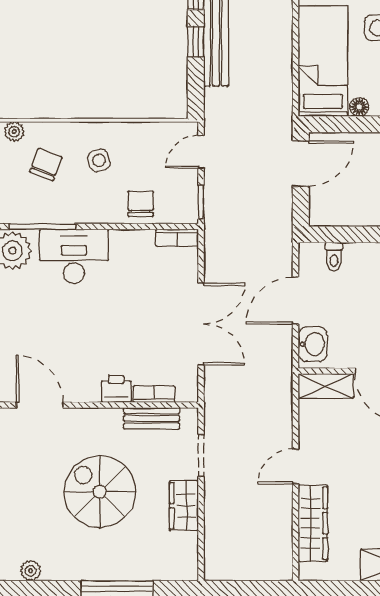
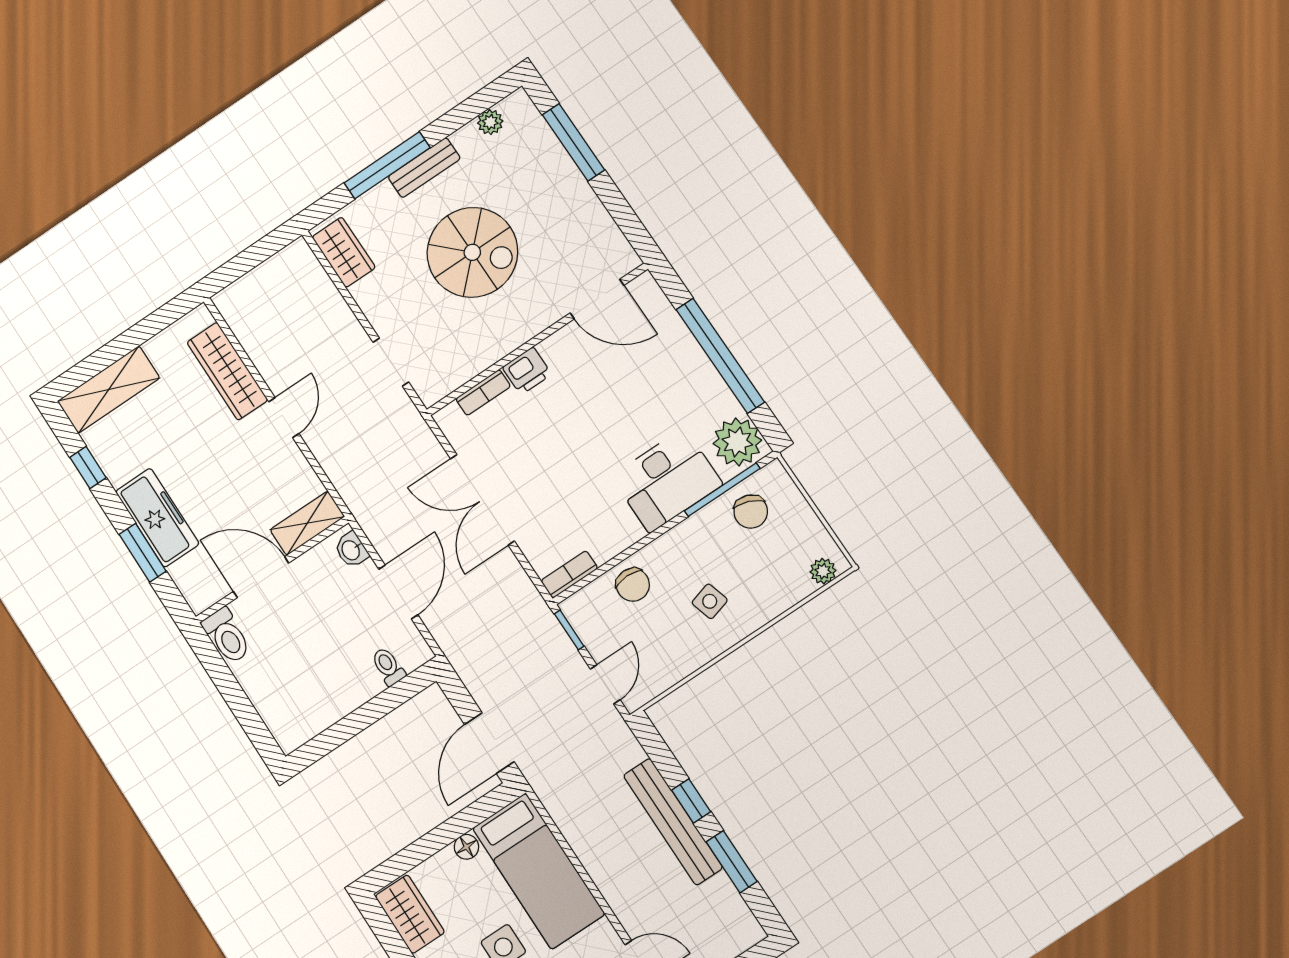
chair: (46, 165) -> (751, 512), moved
washbasin: (313, 344) -> (351, 550), width x0.72, depth x0.69
bench: (152, 418) -> (424, 168), moved
wardrobe: (184, 506) -> (344, 252), moved

